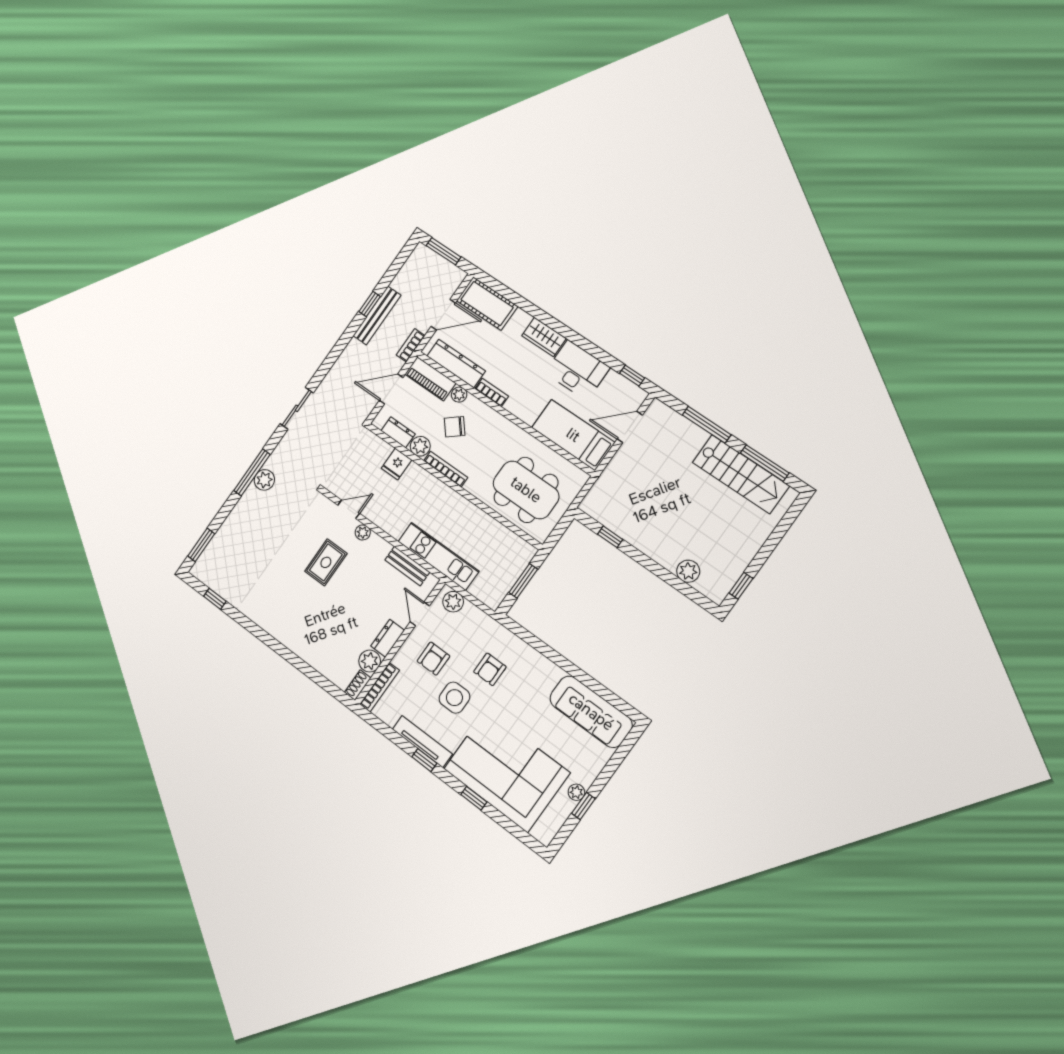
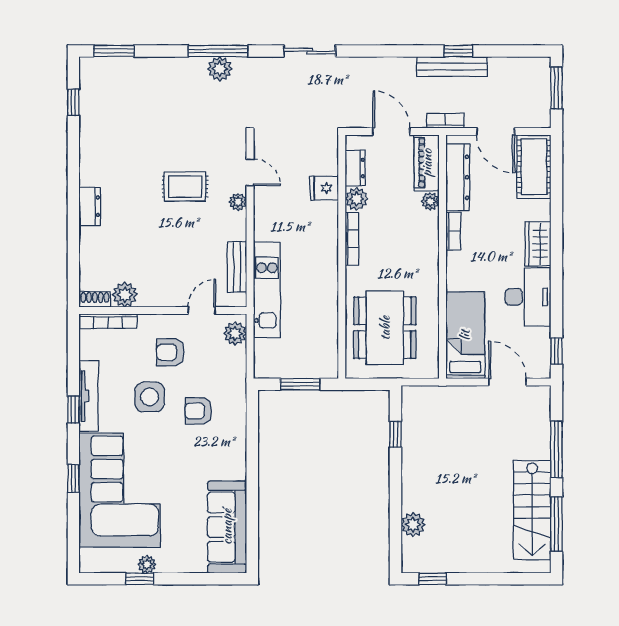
chair: (455, 427) -> (397, 219), removed
dresser: (388, 638) -> (90, 206), moved, turned 90

